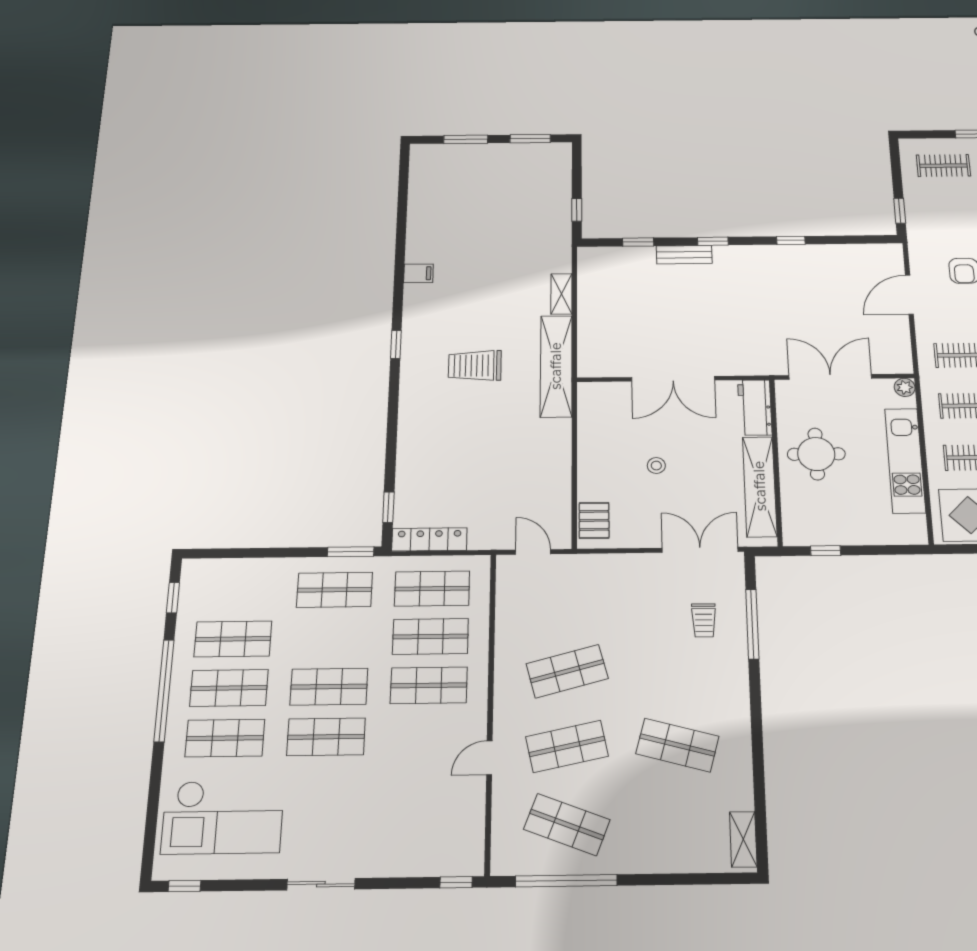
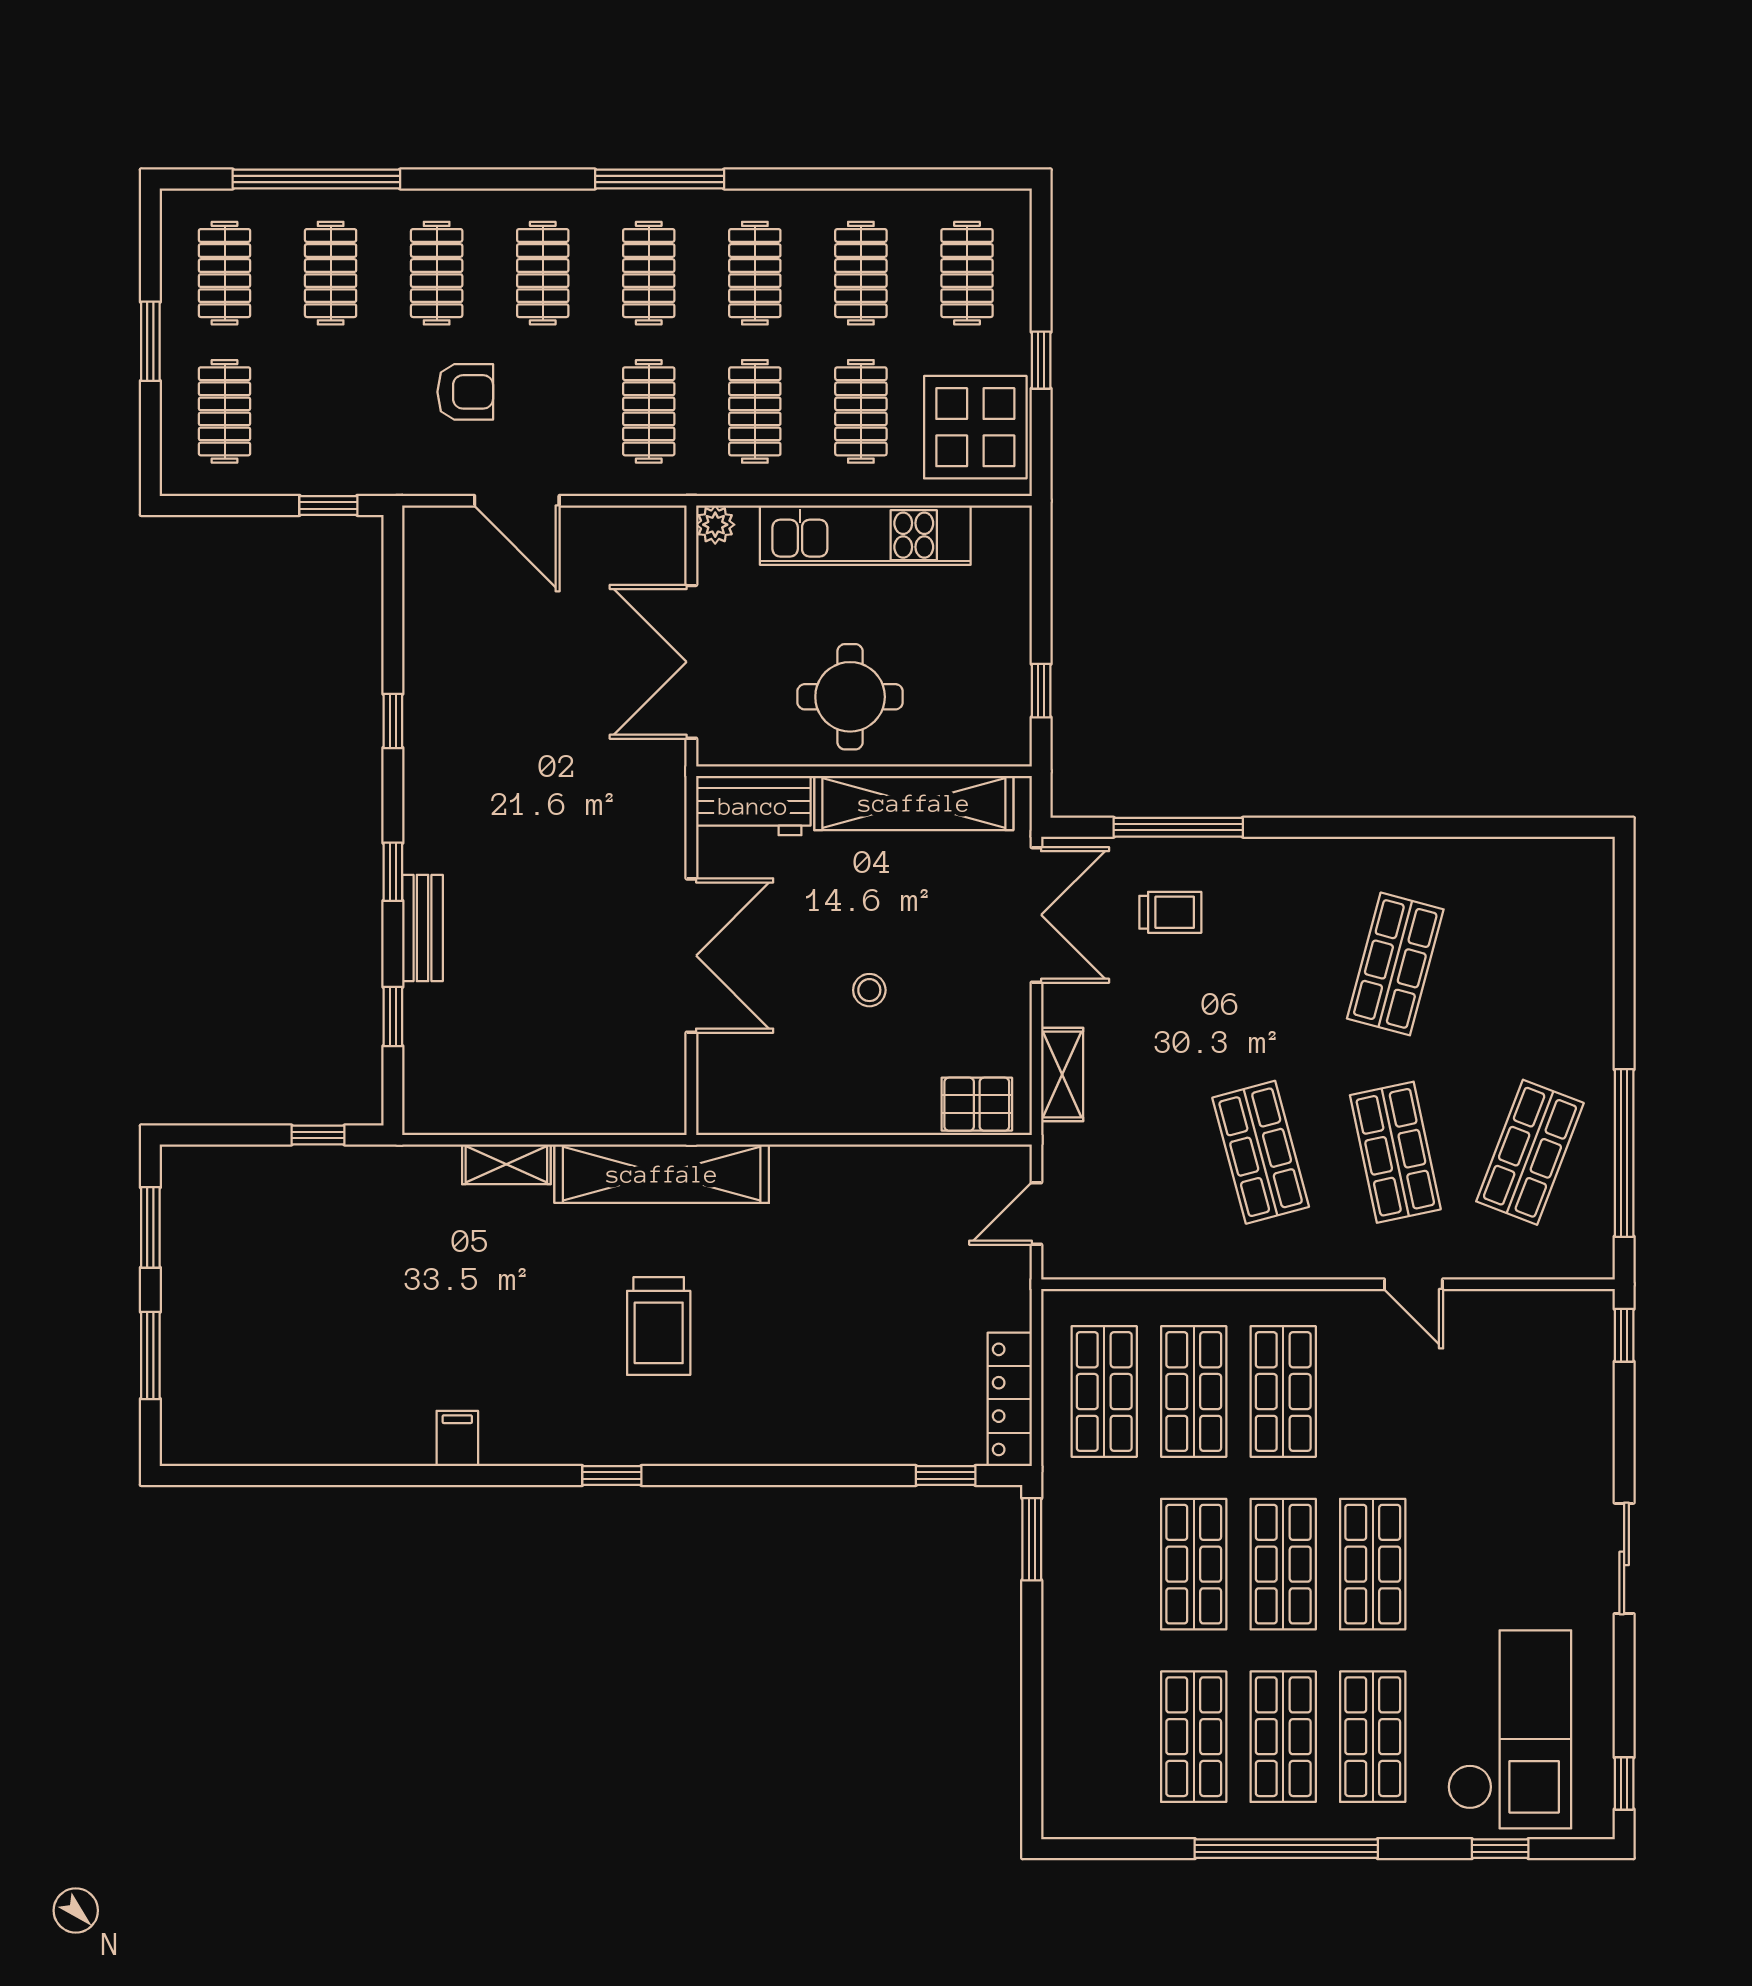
double door: (700, 550) -> (1036, 915), swing flipped
shop shelf: (335, 590) -> (1194, 1564), moved
window: (173, 598) -> (1500, 1849), moved
shelving: (743, 839) -> (1062, 1075), moved, turned 90

